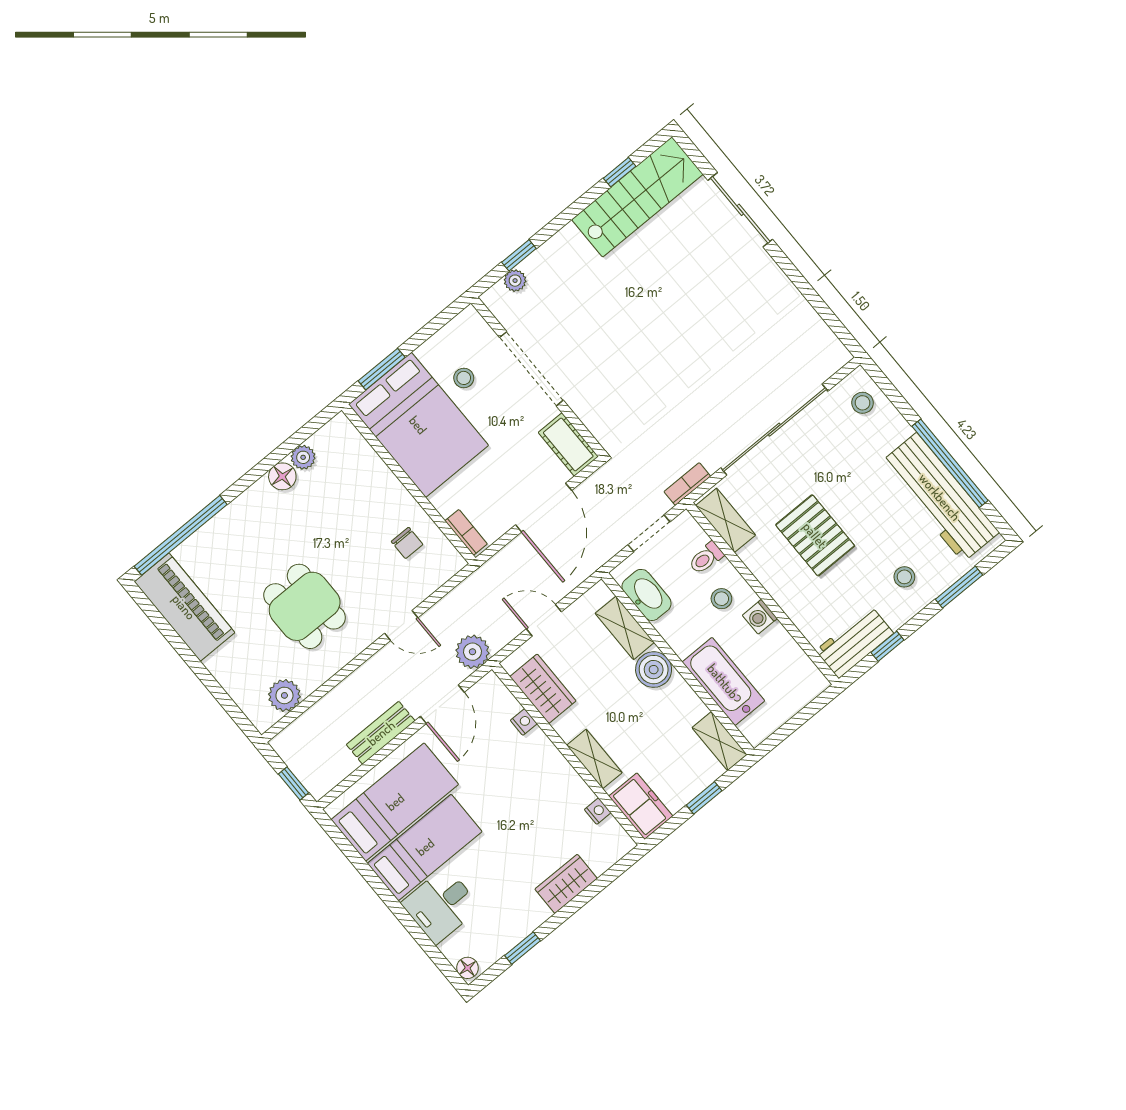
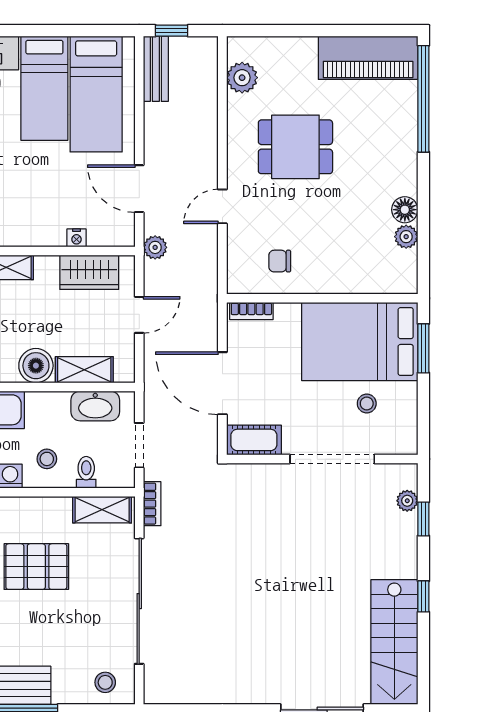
window: (620, 172) -> (423, 596), moved
plant: (472, 652) -> (155, 247), width x0.73, depth x0.73
bench: (381, 733) -> (156, 69), moved

